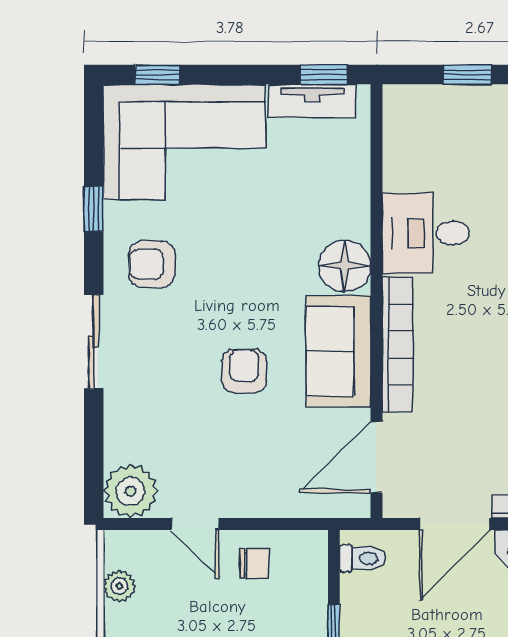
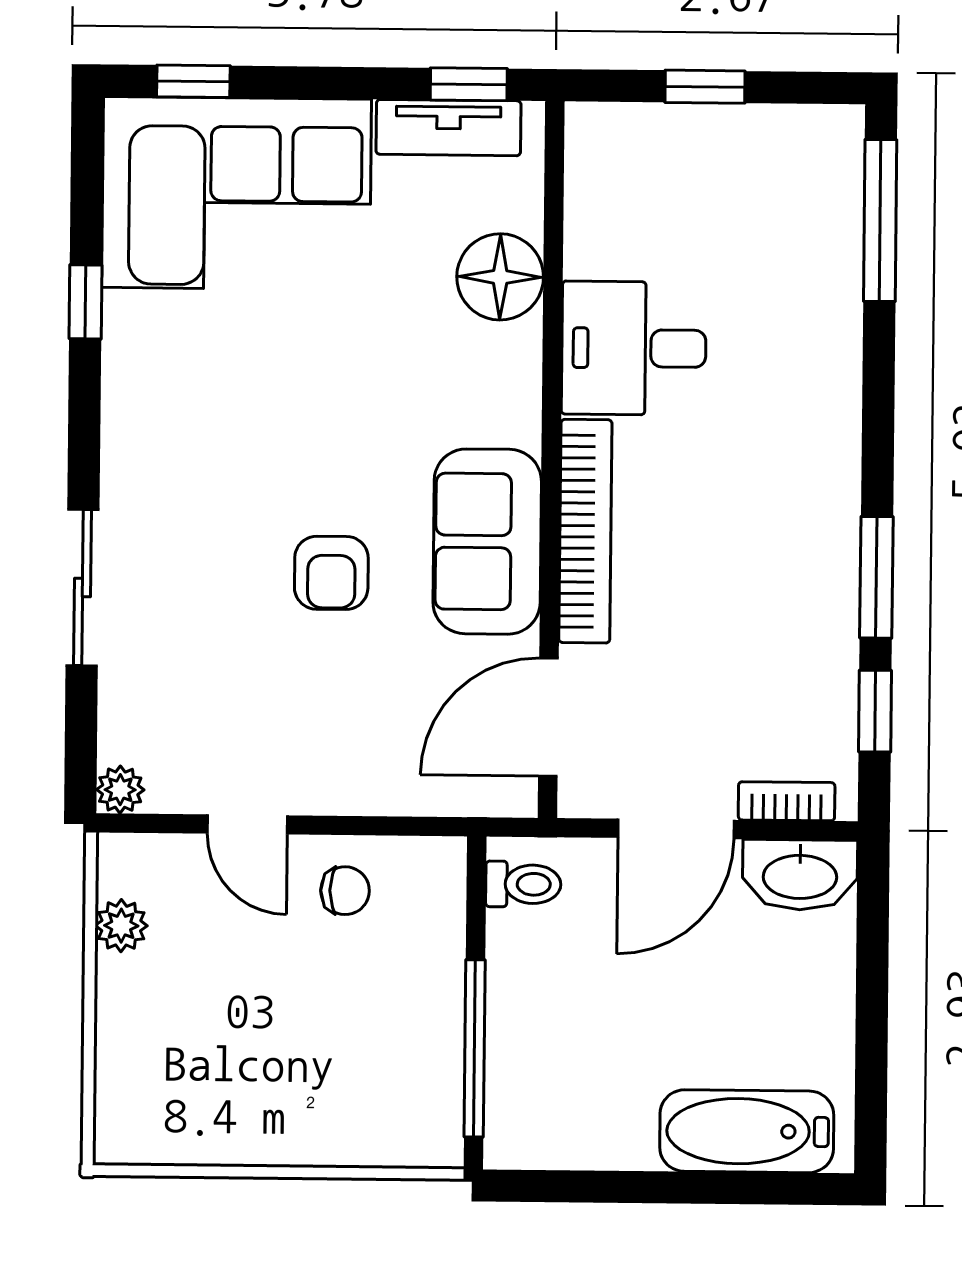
armchair: (152, 264) -> (181, 395), removed
floor lamp: (345, 266) -> (500, 277), moved
sliding door: (94, 342) -> (83, 587), moved
armchair: (244, 371) -> (331, 573), turned 180
plant: (130, 491) -> (120, 790), width x0.53, depth x0.53

